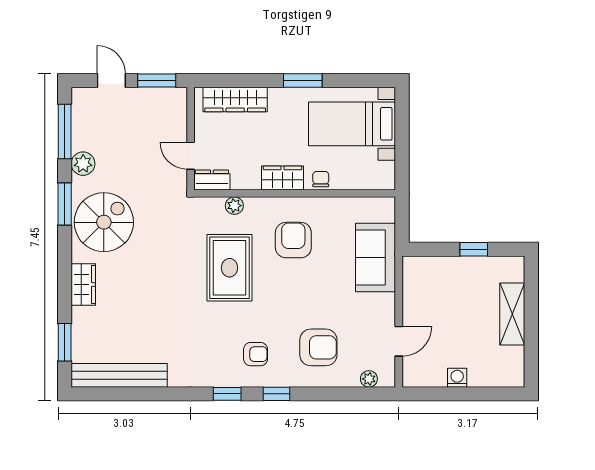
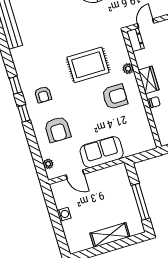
plant: (234, 206) -> (128, 69), moved
window: (474, 249) -> (140, 202), width x2.17
sofa: (376, 257) -> (102, 152), moved

